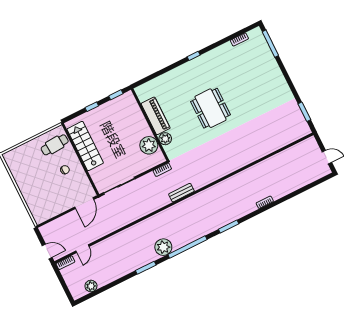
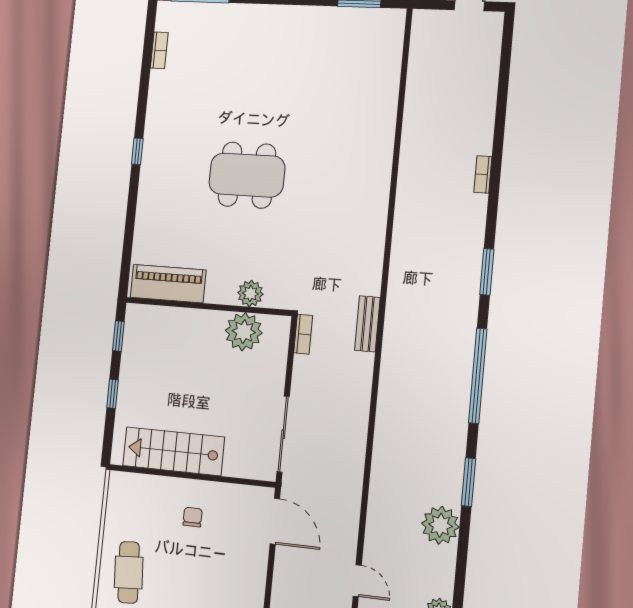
piano: (156, 116) -> (168, 284), moved
cafe table: (55, 145) -> (129, 572), moved
plant: (163, 247) -> (440, 525), moved

